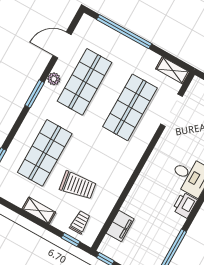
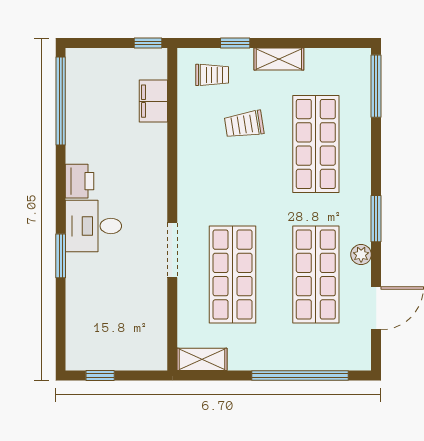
doorway: (171, 110) -> (172, 250), moved
trolley: (78, 185) -> (244, 124), width x0.73, depth x0.72
trolley: (80, 222) -> (212, 75), turned -90
window: (71, 240) -> (235, 43), moved

